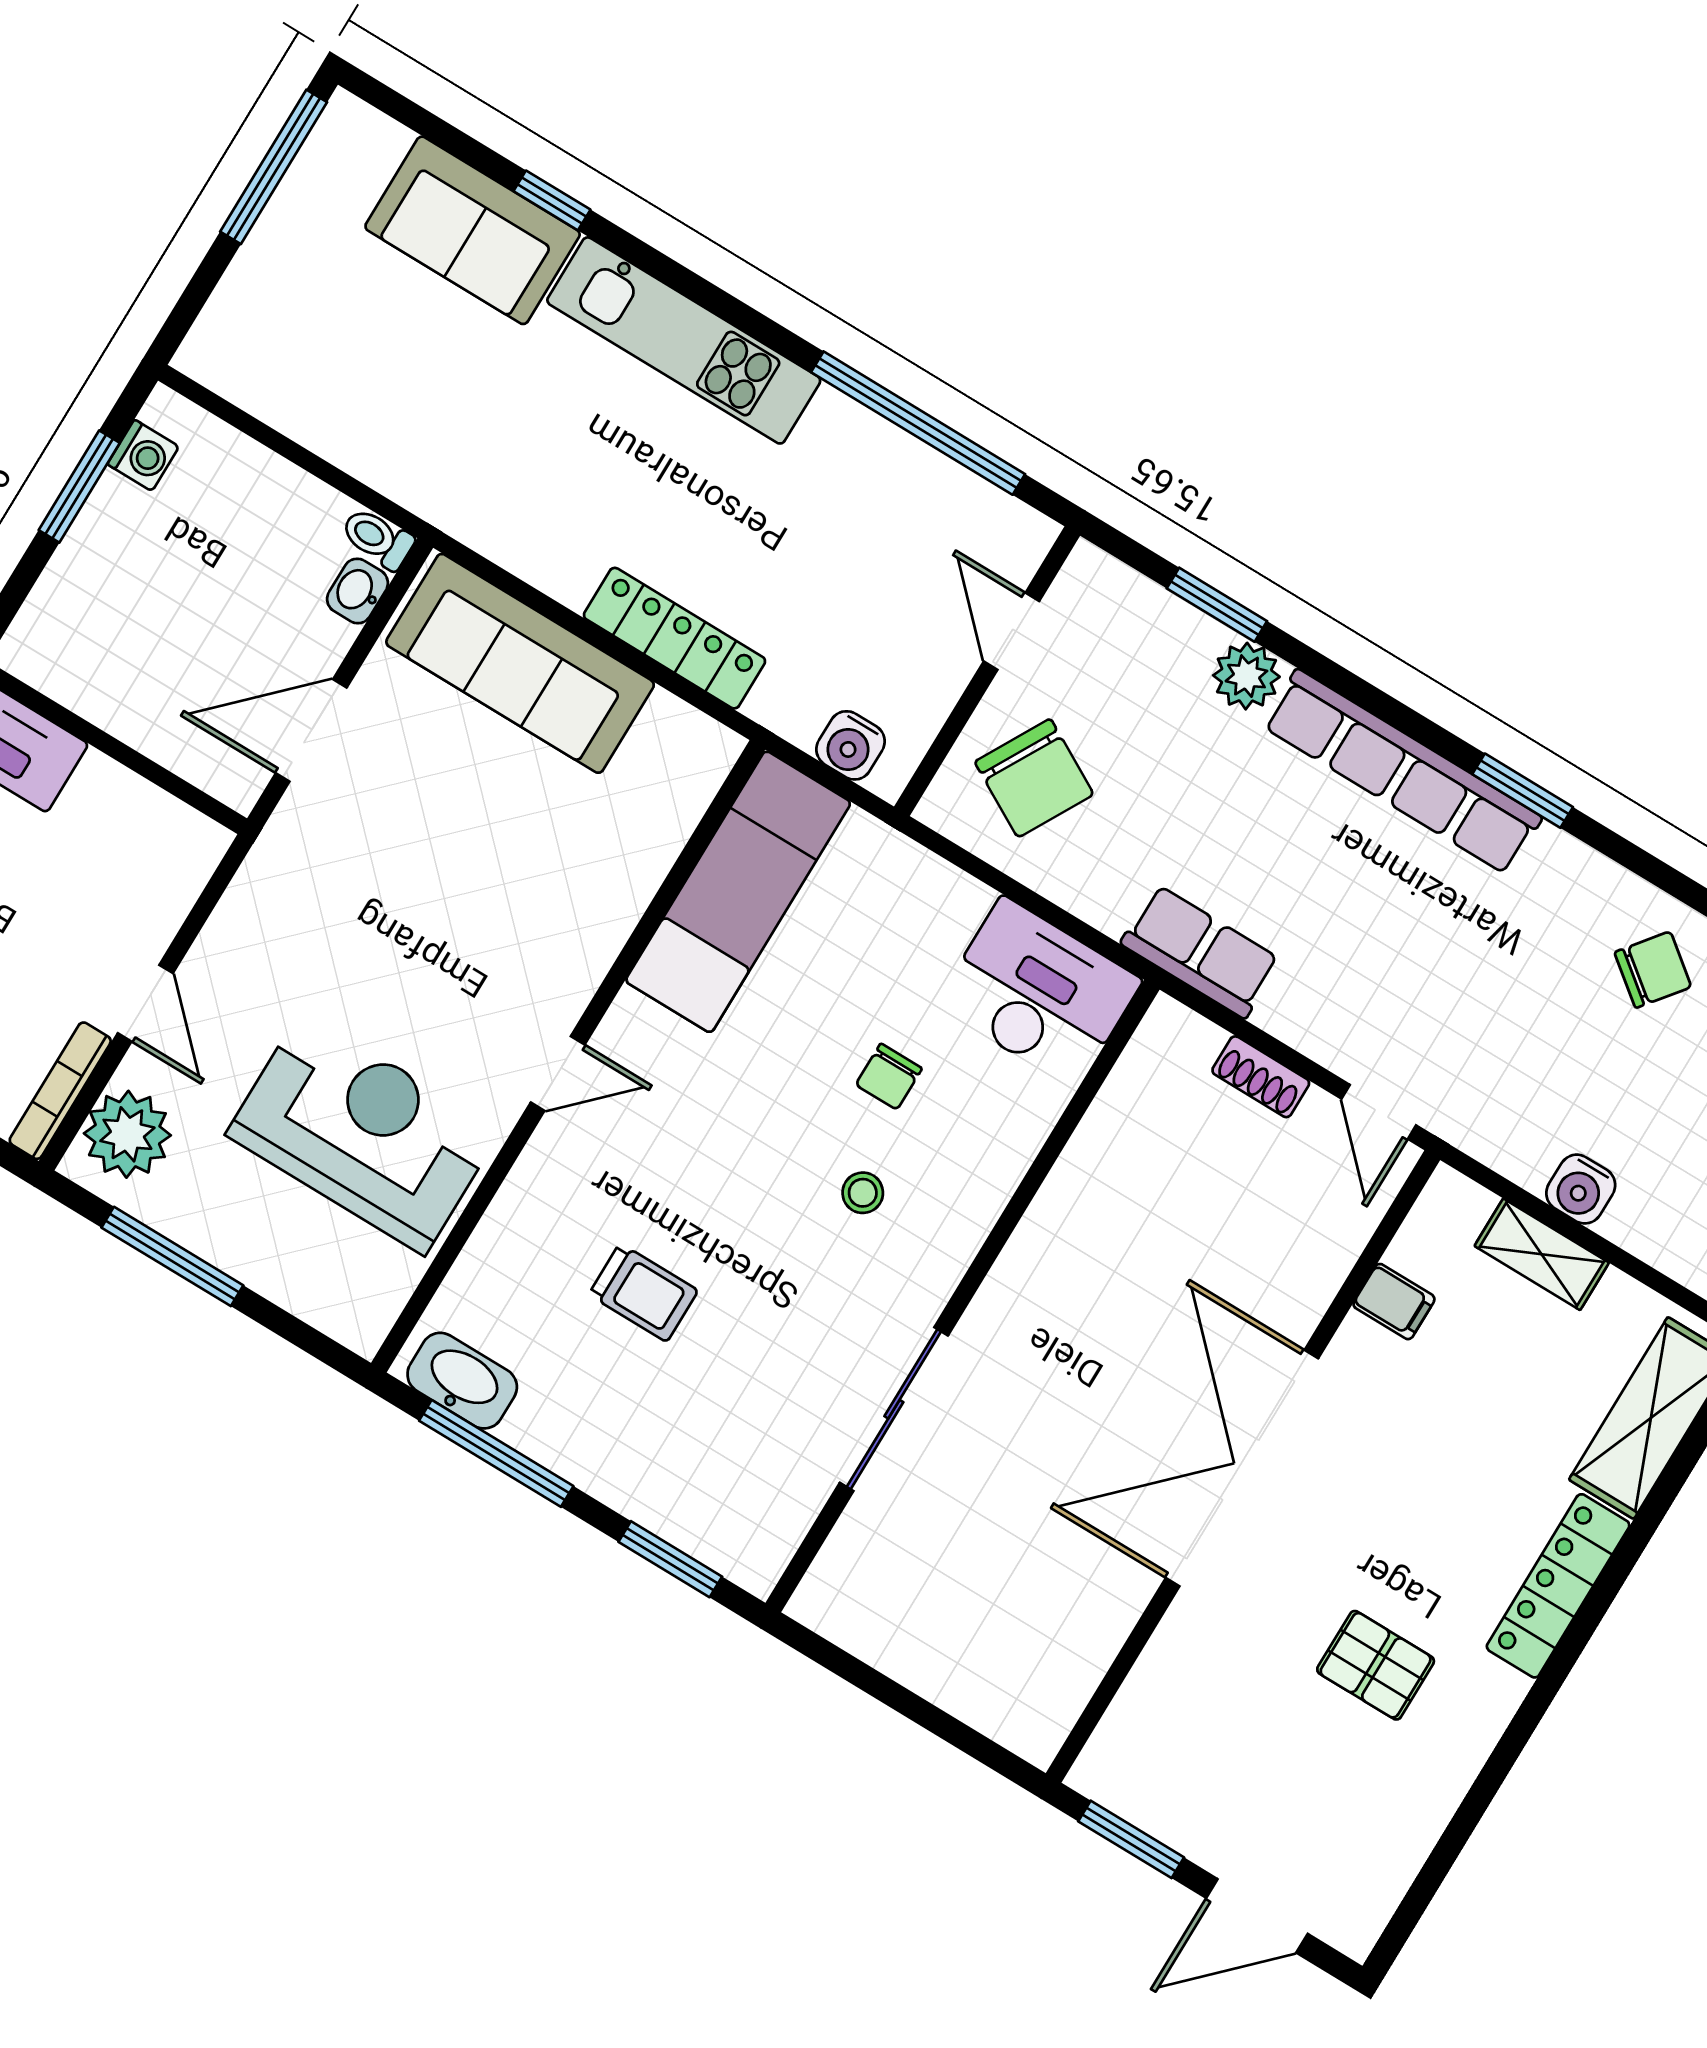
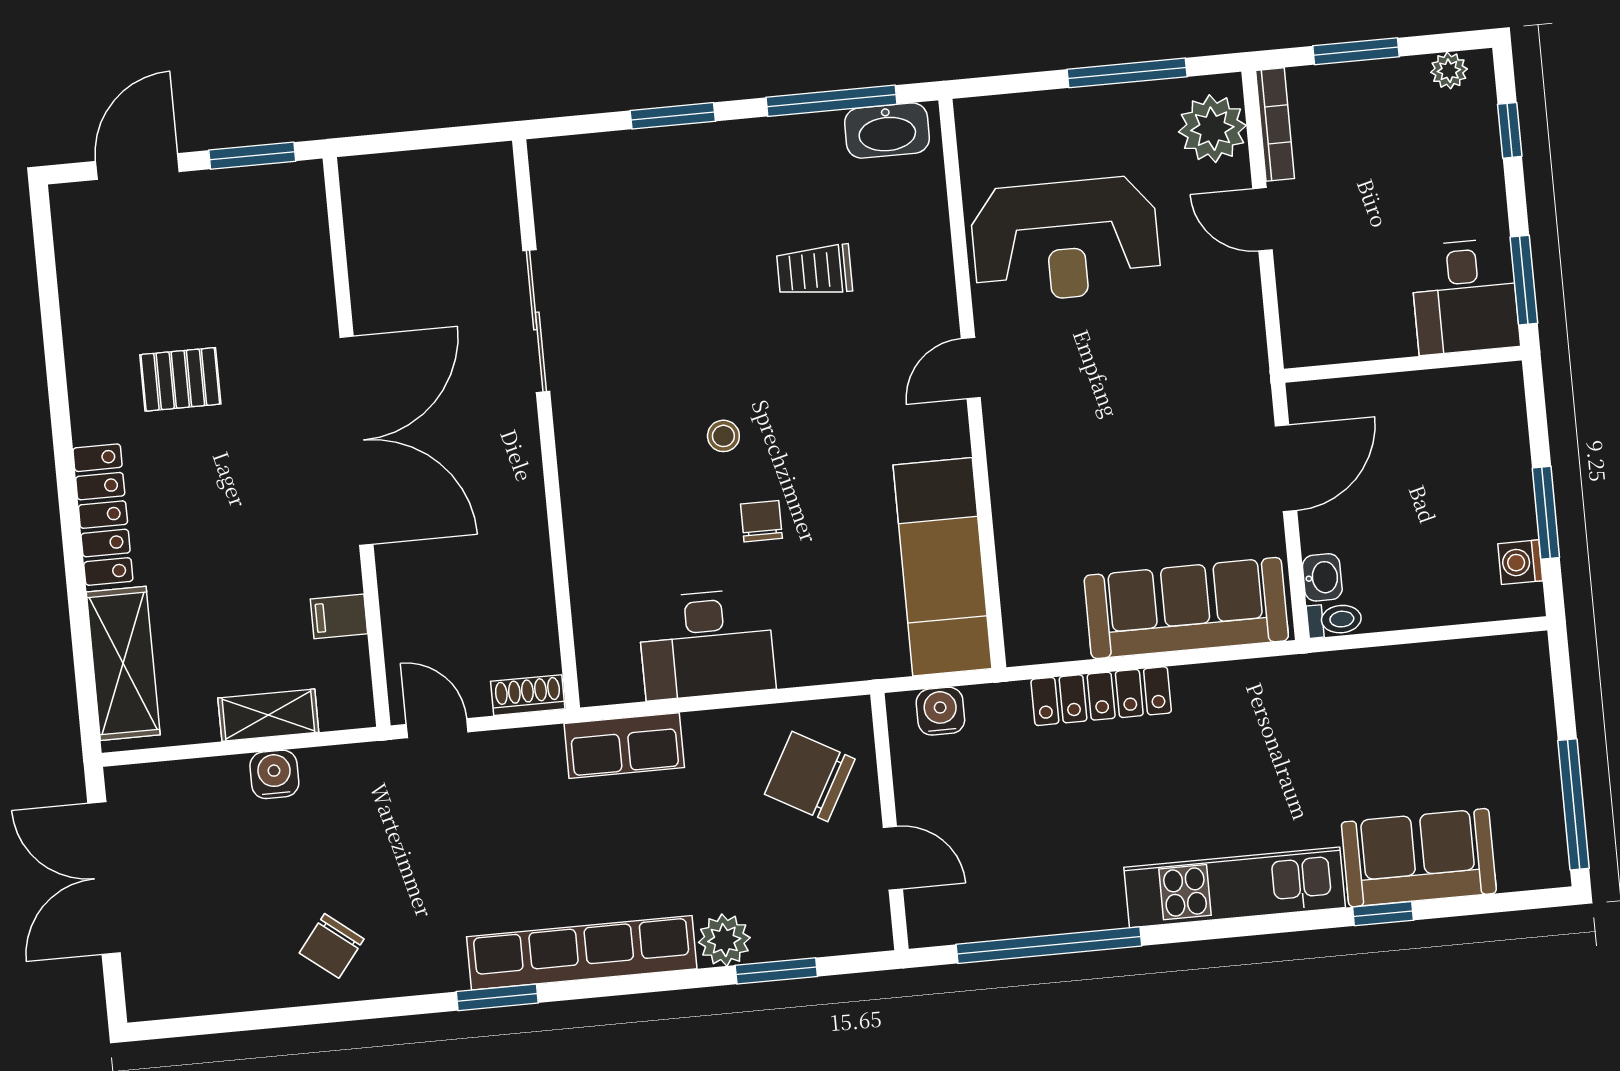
wall: (963, 1296) -> (546, 424), moved
sliding door: (894, 1409) -> (536, 321), moved

